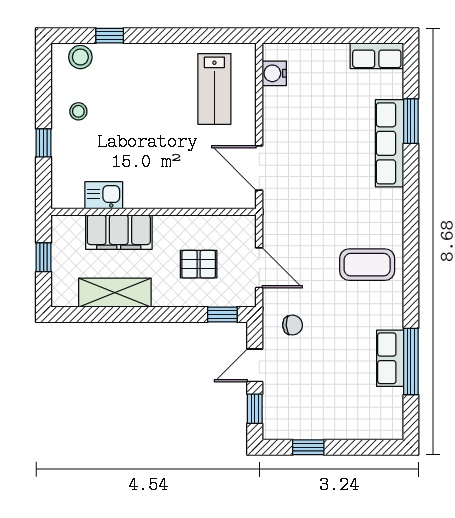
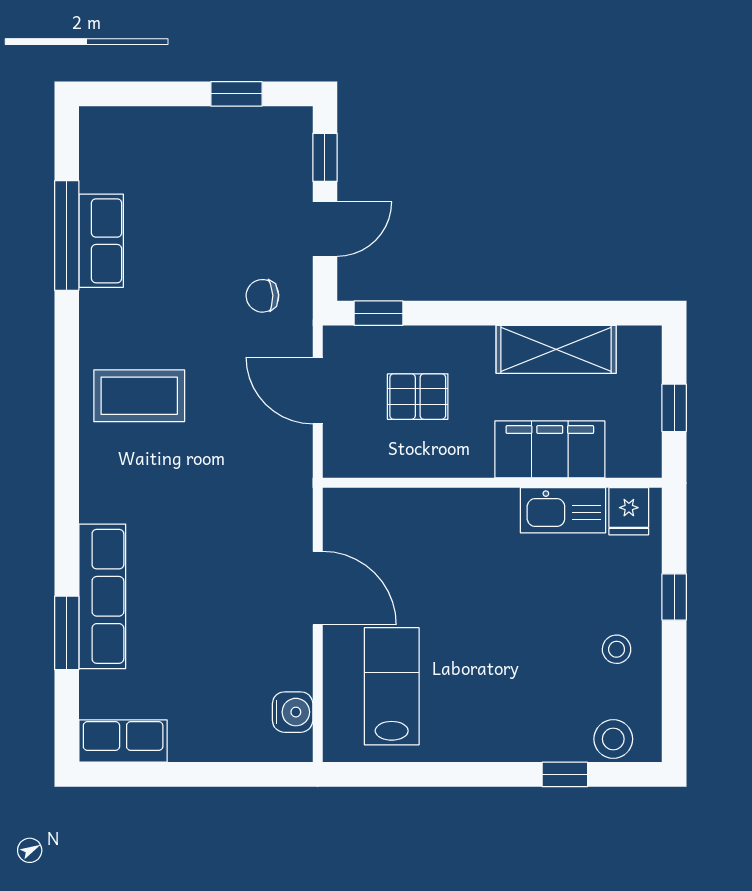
door: (259, 168) -> (318, 588), moved
fridge: (71, 195) -> (629, 511), added
kitchen sink: (104, 195) -> (563, 510), width x1.38

